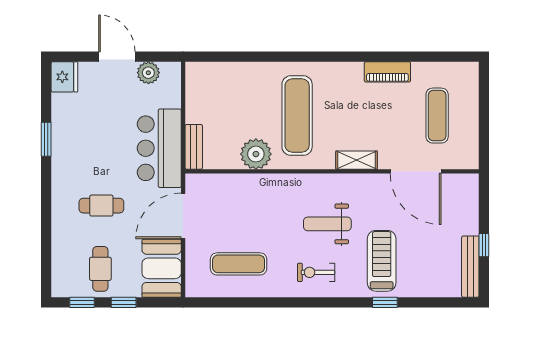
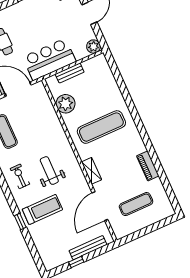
plant: (148, 73) -> (94, 47), moved
bench: (194, 147) -> (70, 73), moved
plant: (256, 154) -> (65, 104), moved
bench: (470, 267) -> (88, 248), moved

